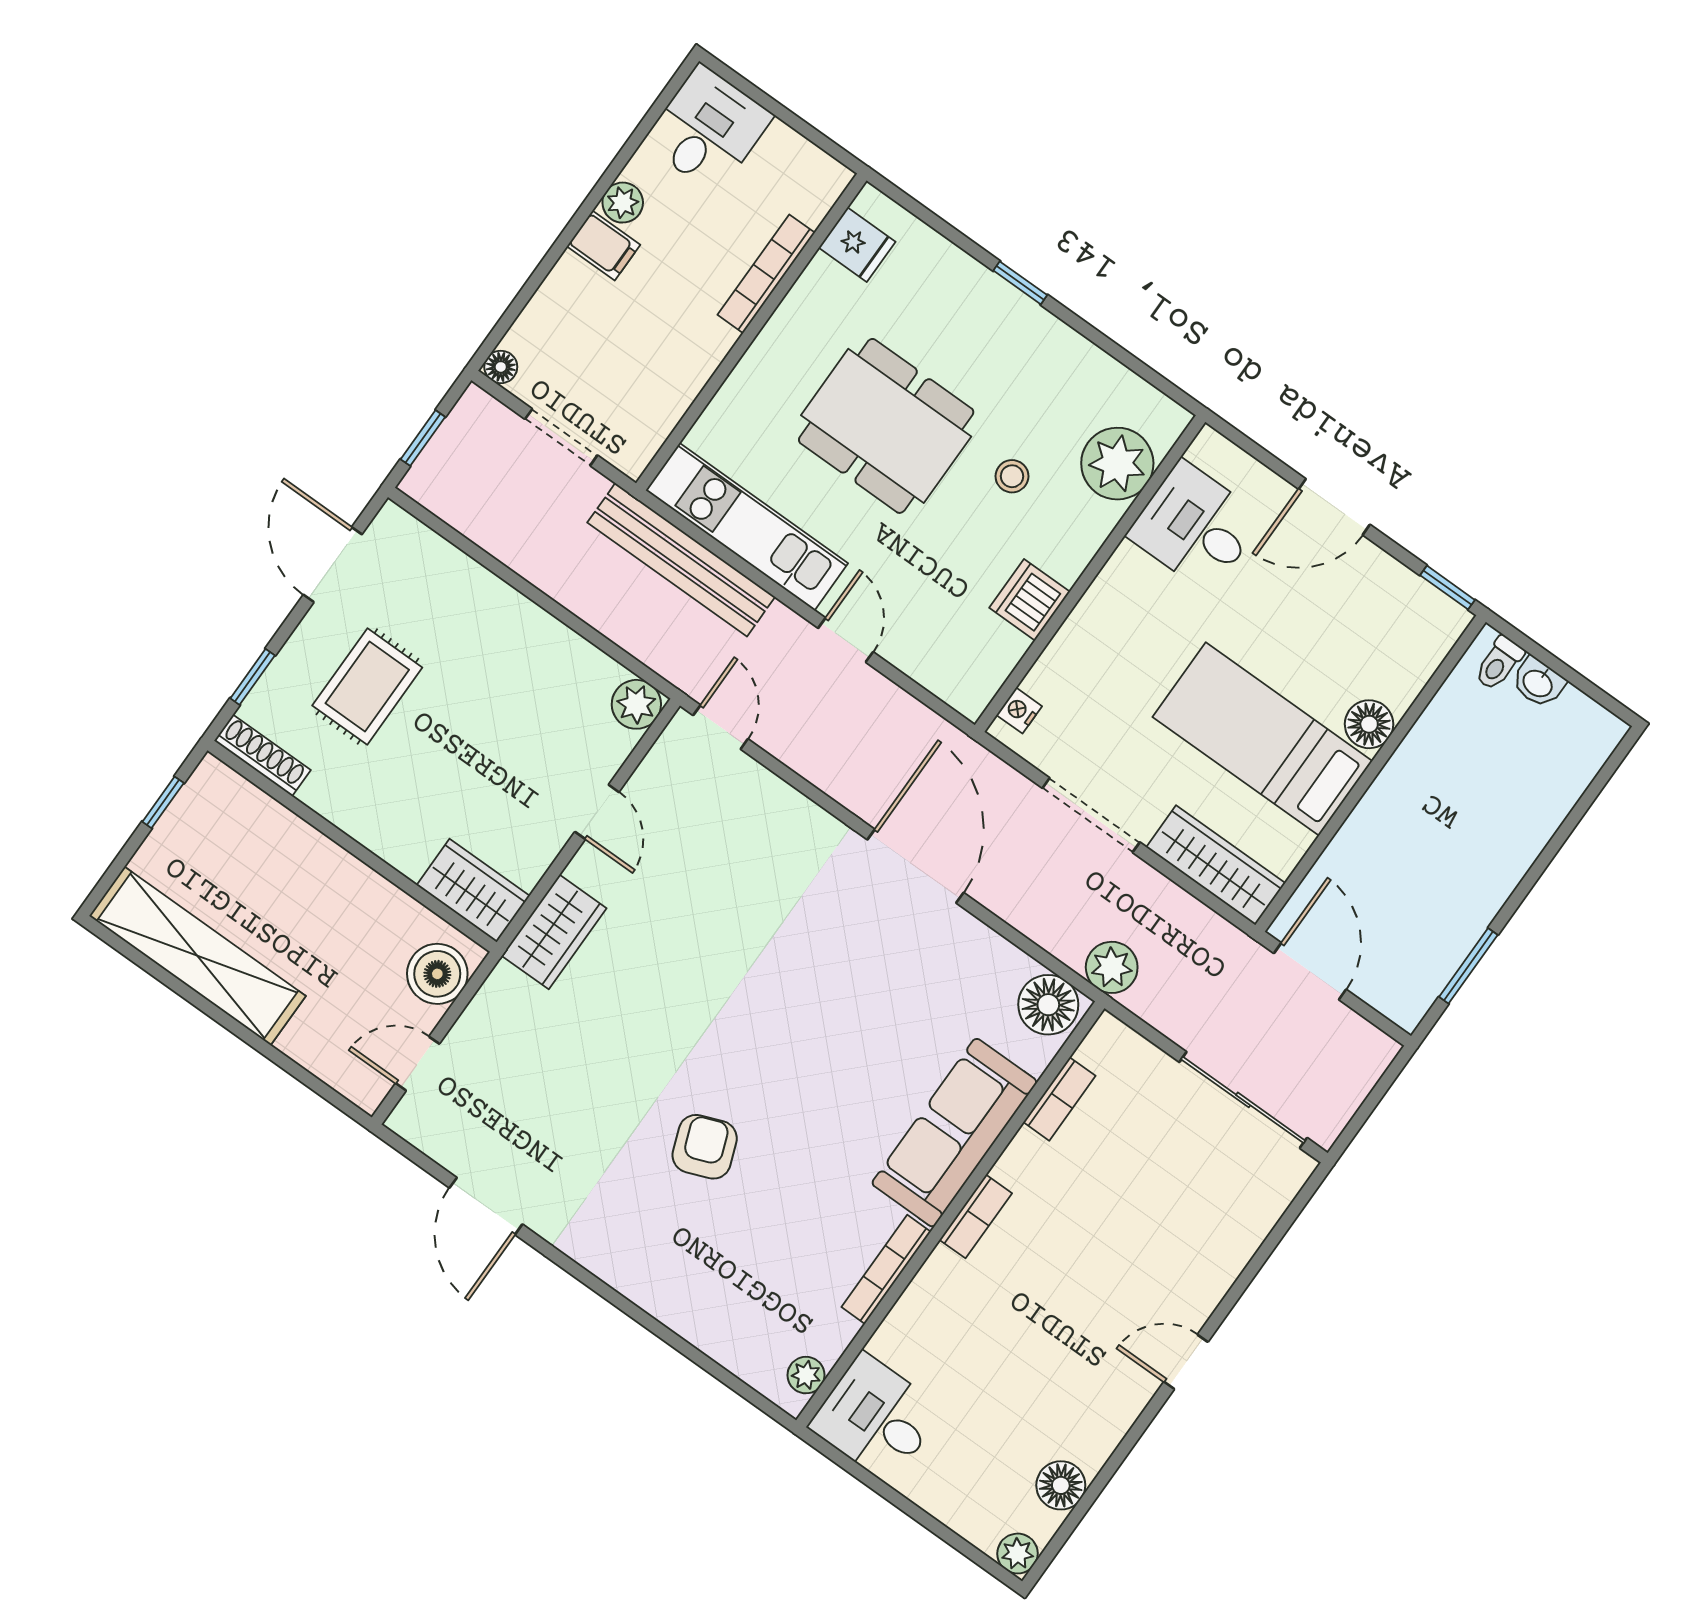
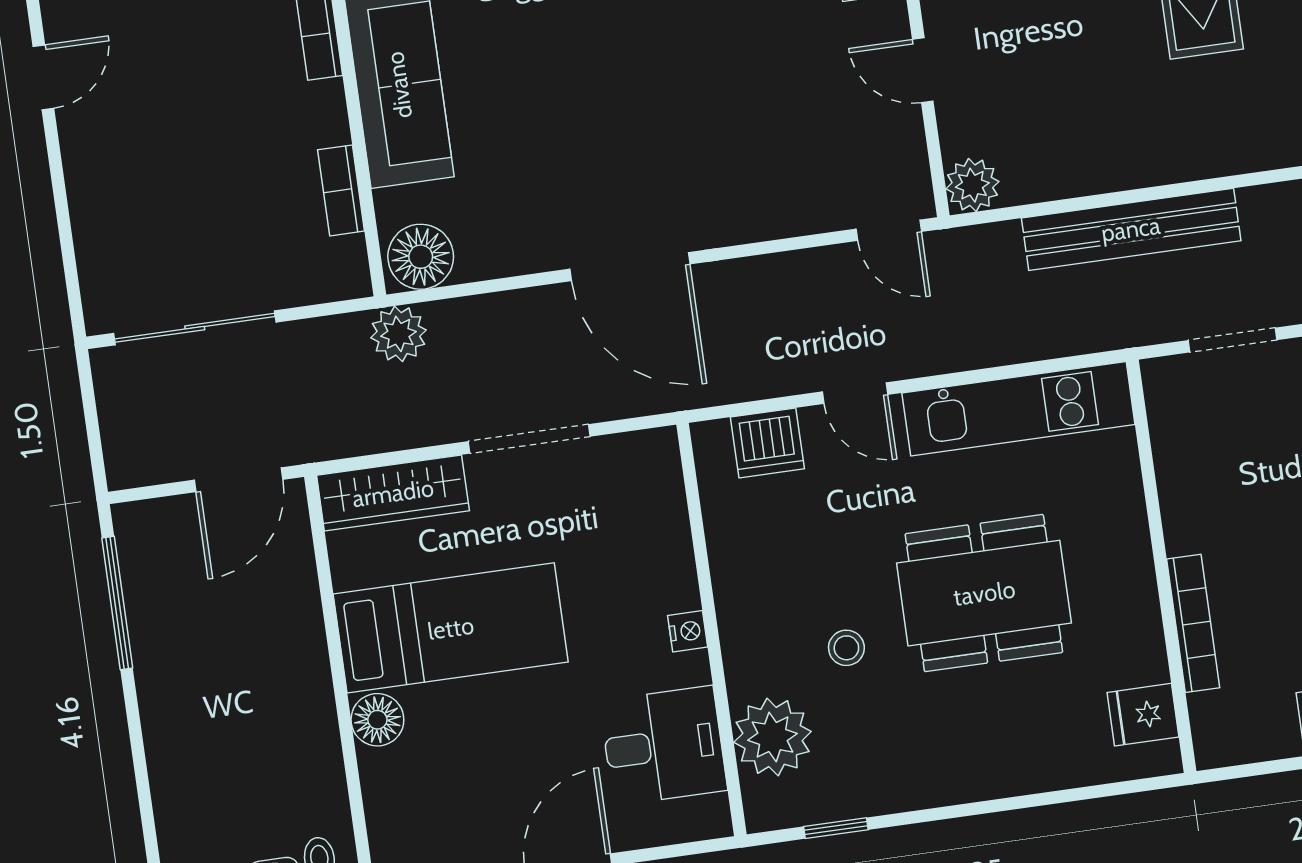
window: (1020, 283) -> (836, 828), moved
bench: (681, 560) -> (1131, 229), moved
dishwasher: (1030, 600) -> (767, 443), moved, turned 90
nightstand: (1019, 711) -> (688, 631), moved
window: (1468, 966) -> (117, 603), width x1.44
door: (1310, 971) -> (239, 480), hinge flipped

